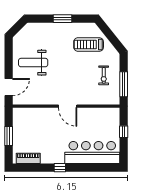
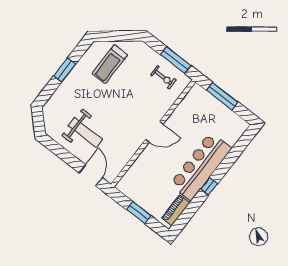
weight bench: (33, 63) -> (85, 132), turned -90
exercise bike: (104, 75) -> (163, 77), moved
window: (124, 132) -> (222, 96), width x2.17
bar counter: (92, 153) -> (201, 166), moved

